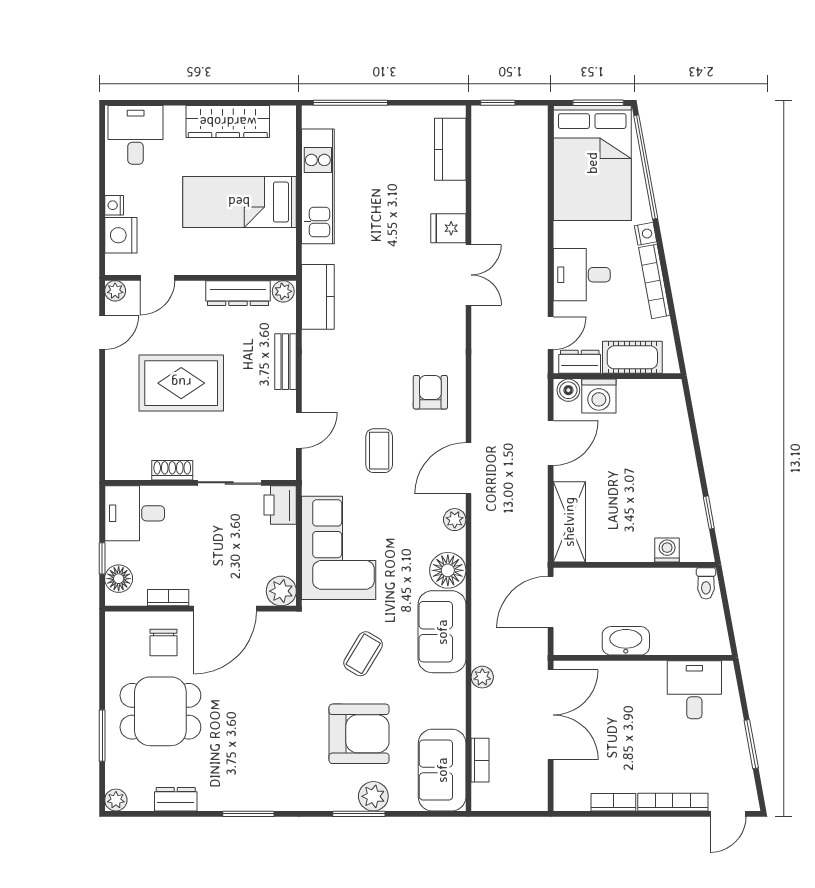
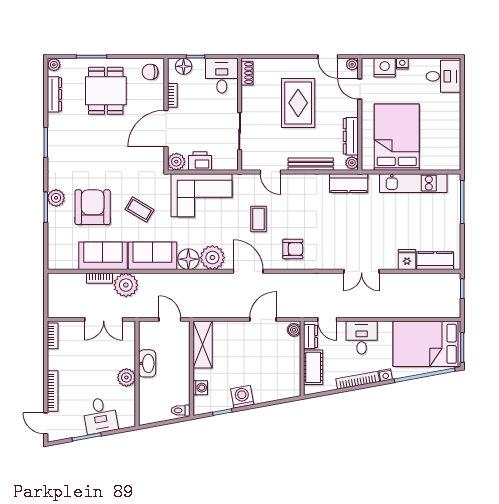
wardrobe: (228, 122) -> (451, 130), removed
bed: (239, 202) -> (397, 137), width x1.50
fridge: (448, 228) -> (407, 260), moved
bench: (285, 362) -> (311, 164), width x1.36
washing machine: (599, 396) -> (242, 397), moved, turned 80
door: (551, 443) -> (263, 319), swing flipped
coffee table: (379, 451) -> (259, 219), turned 90
shoe rack: (172, 470) -> (247, 73), moved
printer: (280, 505) -> (200, 161), moved
plant: (455, 520) -> (212, 258), width x1.88, depth x1.88
shelving: (569, 522) -> (203, 345), moved, turned 90
door: (551, 602) -> (170, 319), width x0.73
door: (225, 609) -> (166, 129), hinge flipped
chair: (164, 643) -> (150, 72), moved
plant: (650, 676) -> (126, 377), added
plant: (482, 677) -> (126, 285), width x1.87, depth x1.87
desk: (694, 690) -> (100, 415), moved, turned 80
double door: (551, 715) -> (104, 319), width x0.73
armchair: (359, 734) -> (93, 207), turned 180
bookcase: (480, 760) -> (100, 278), moved
sofa: (442, 770) -> (103, 256), moved
plant: (373, 796) -> (56, 198), moved
dresser: (176, 799) -> (54, 94), width x1.44
bookcase: (613, 802) -> (53, 336), moved

